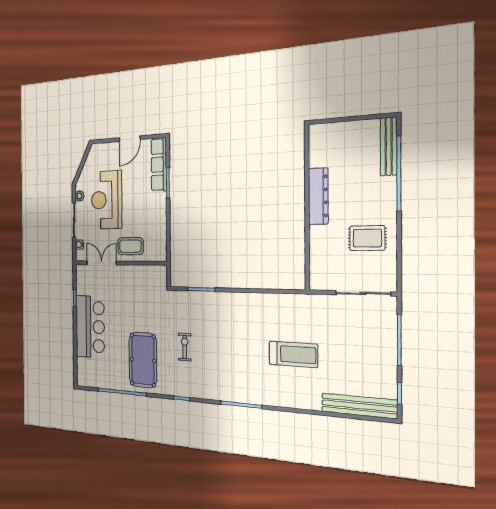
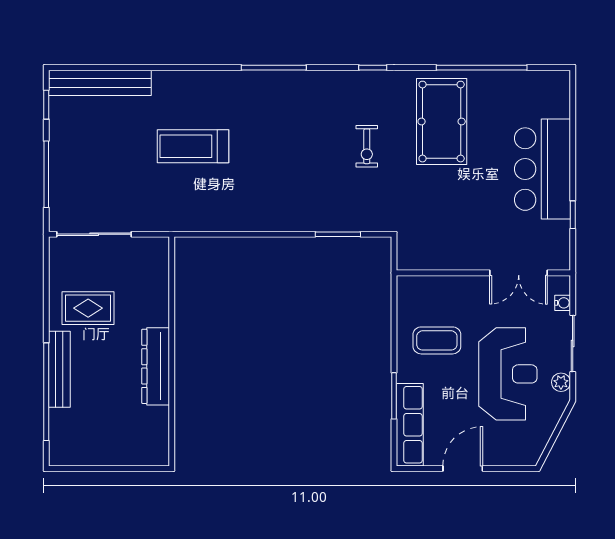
bench: (389, 146) -> (59, 369), moved
coffee table: (130, 246) -> (437, 340), moved

